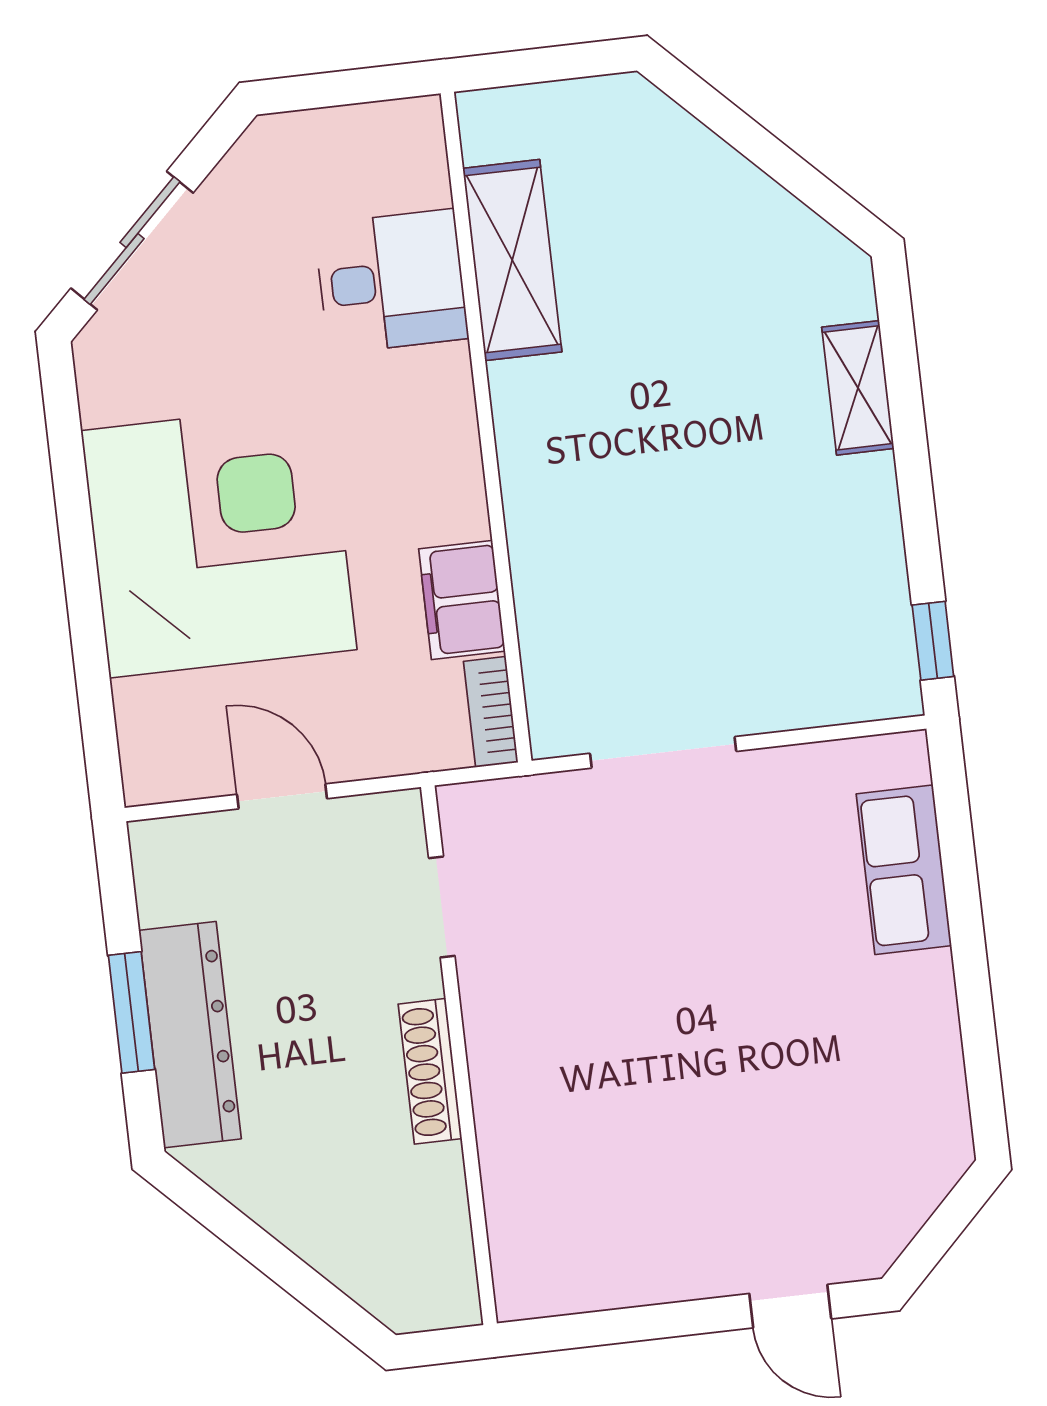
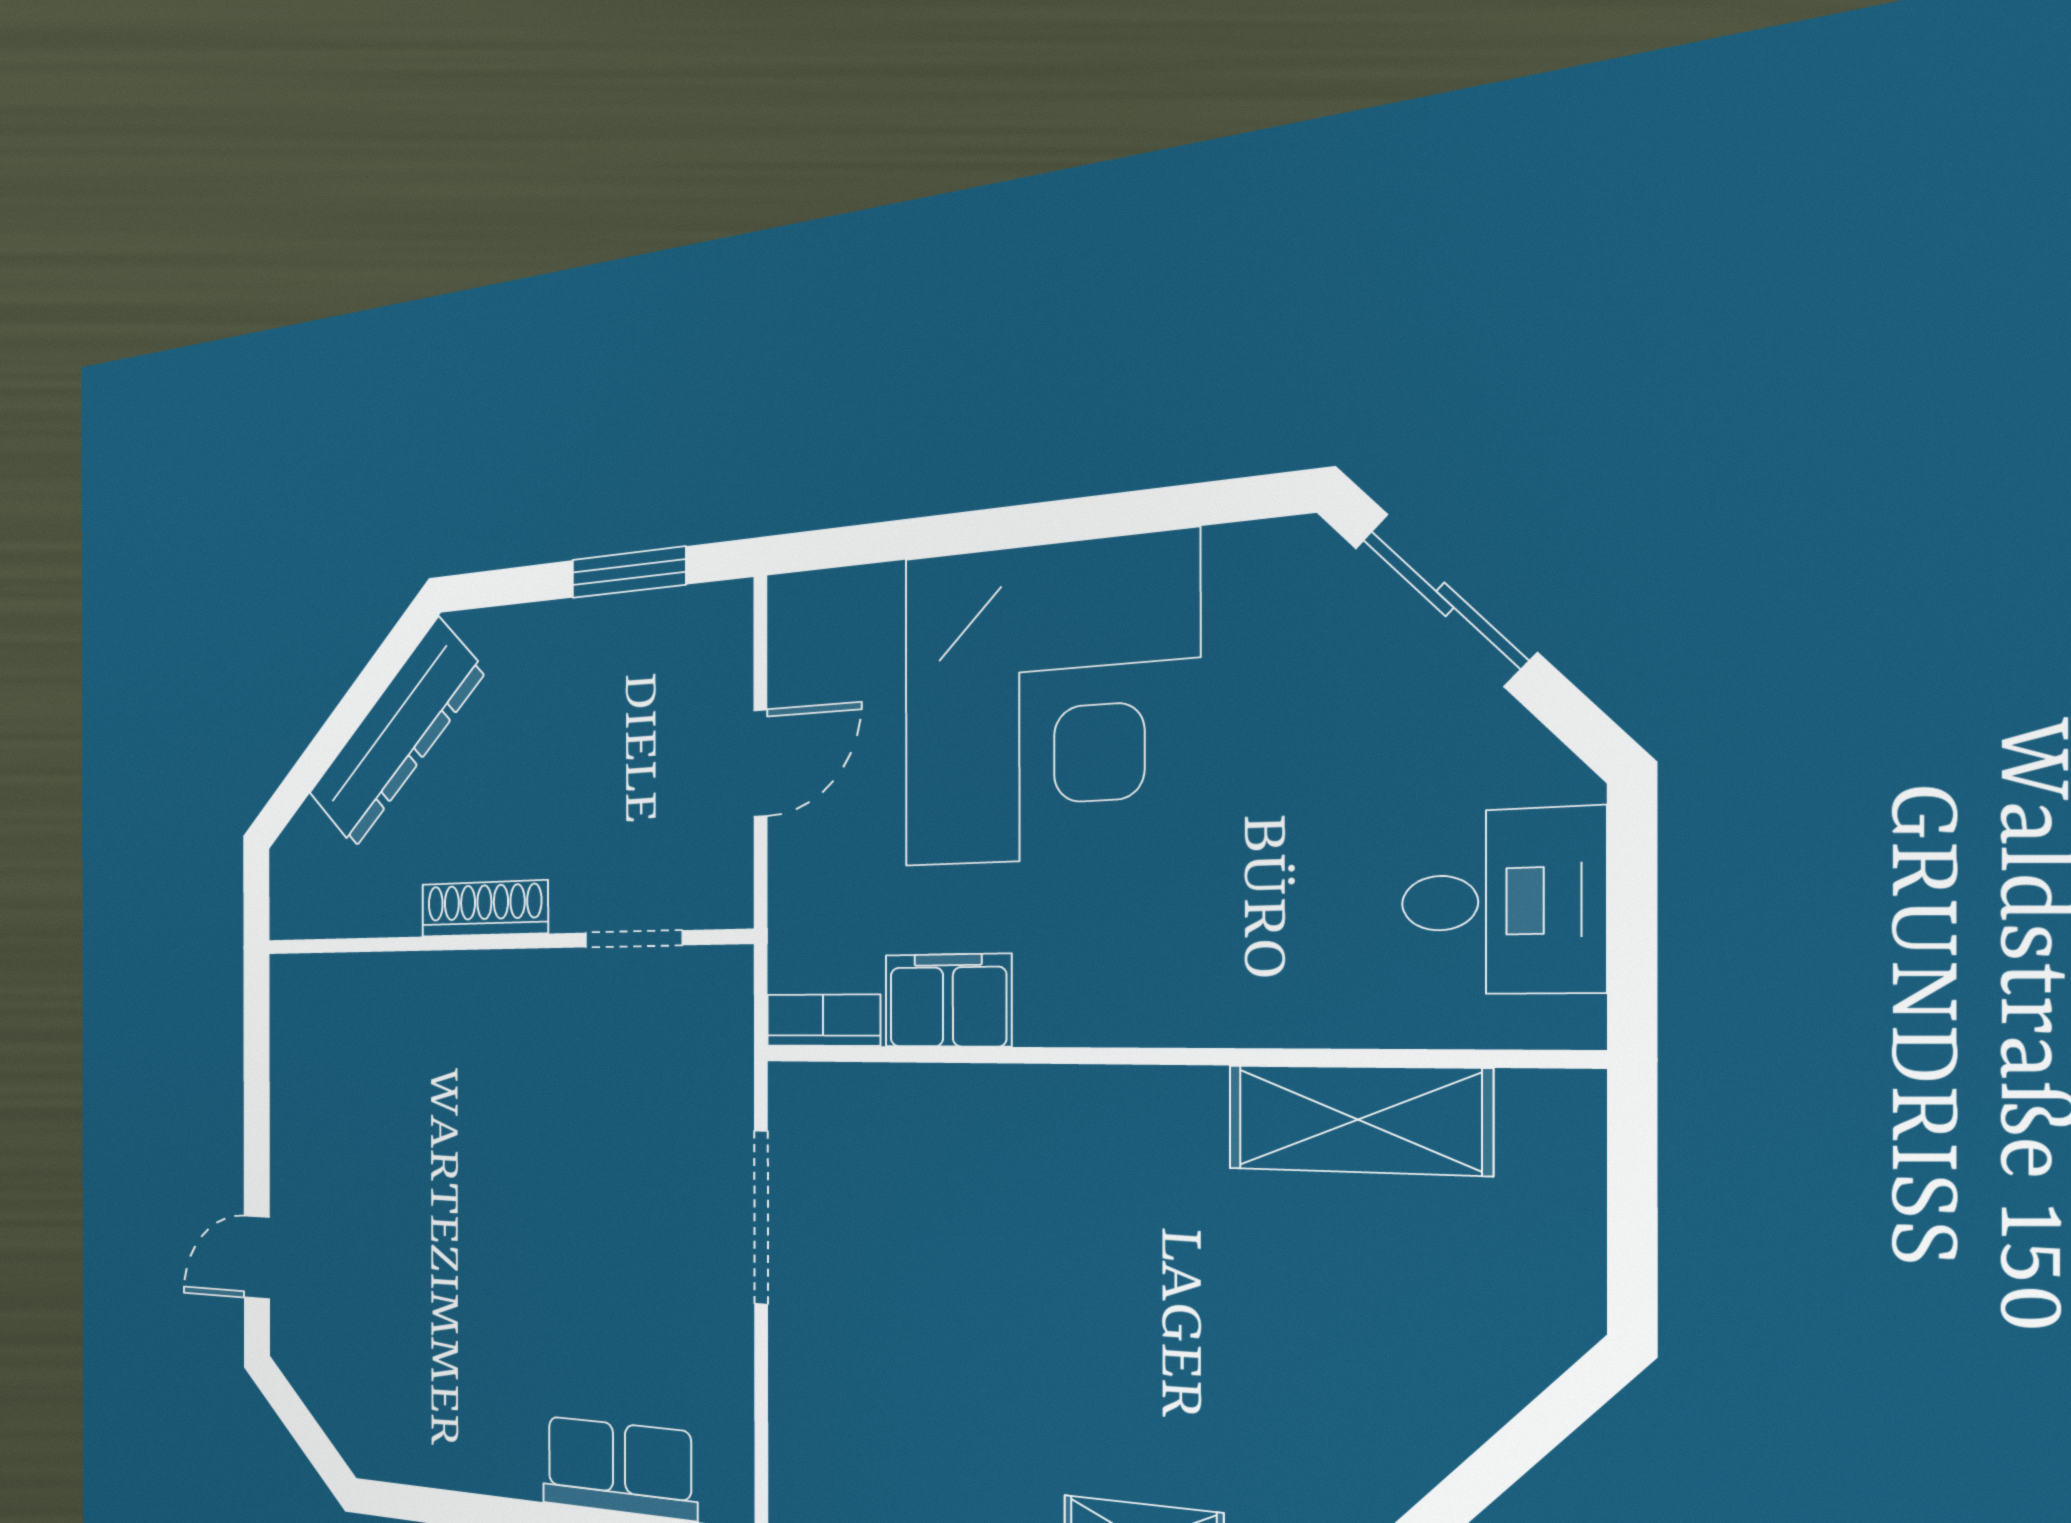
desk: (391, 281) -> (1502, 901), moved, turned -90
window: (131, 1012) -> (629, 572), moved
dresser: (190, 1035) -> (396, 733), moved, turned -45

